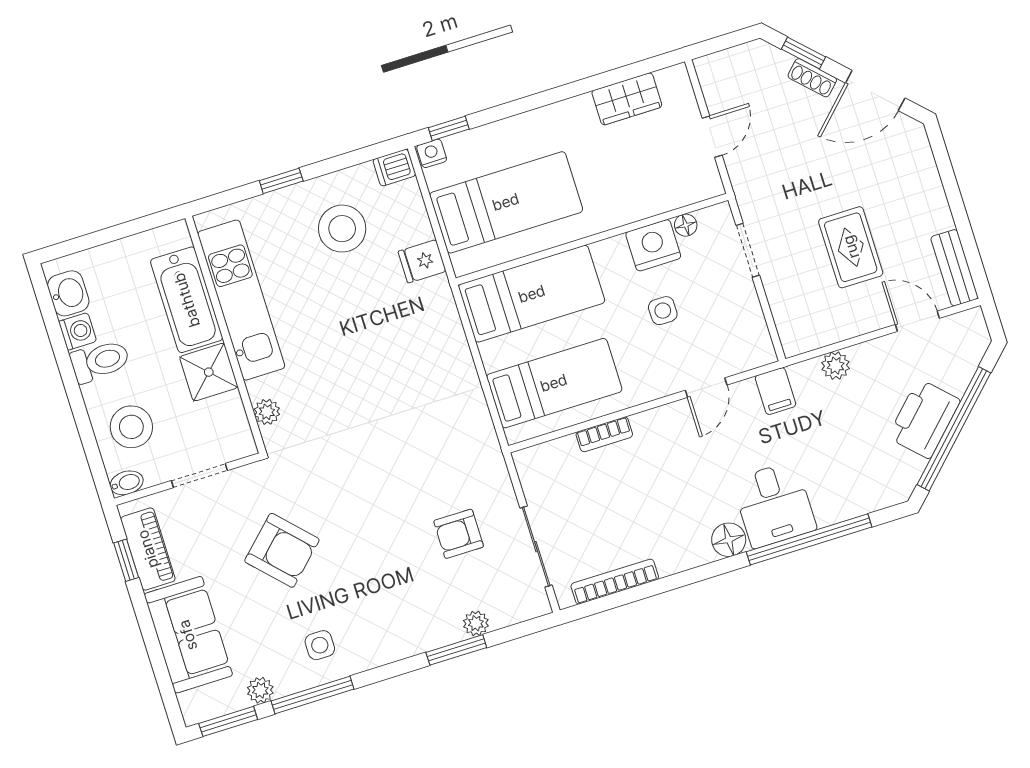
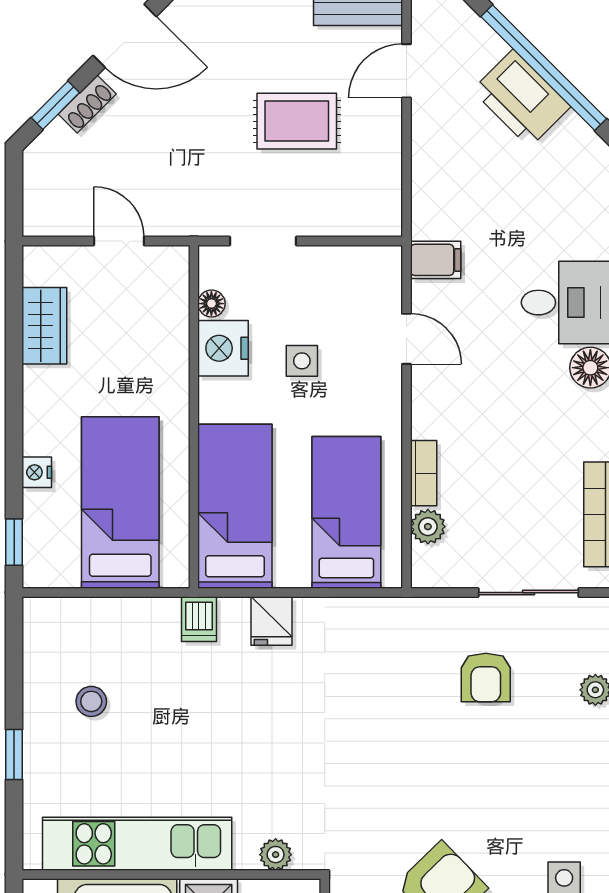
door: (875, 90) -> (125, 36), hinge flipped
nightstand: (432, 153) -> (37, 472), moved
dishwasher: (394, 168) -> (199, 619), moved
stool: (342, 229) -> (91, 701), width x0.53, depth x0.53
fridge: (422, 261) -> (272, 621), moved
plant: (836, 366) -> (428, 527), moved

